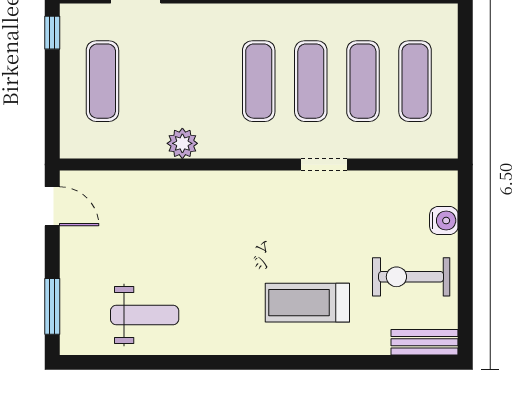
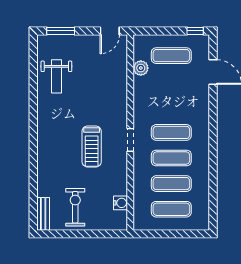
plant: (182, 143) -> (141, 68), moved
doorway: (324, 165) -> (130, 140), moved
water cooler: (444, 221) -> (121, 203), moved, turned -90
treadmill: (307, 303) -> (92, 146), moved, turned 180

